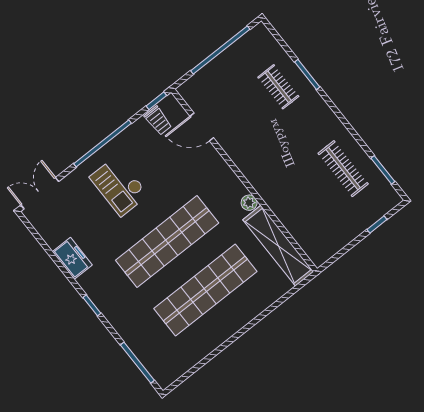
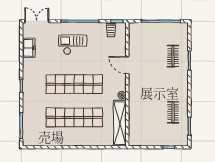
door: (202, 127) -> (127, 65), moved
clothes rail: (343, 169) -> (173, 112), width x0.73
checkout: (119, 186) -> (73, 45), turned 90
freezer: (72, 258) -> (29, 48), moved

